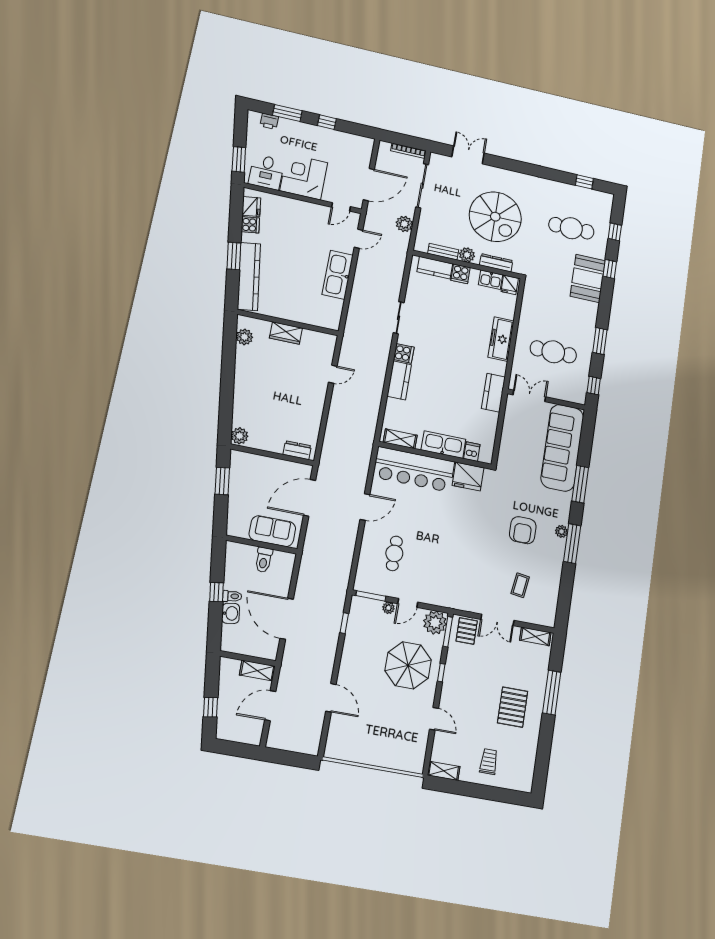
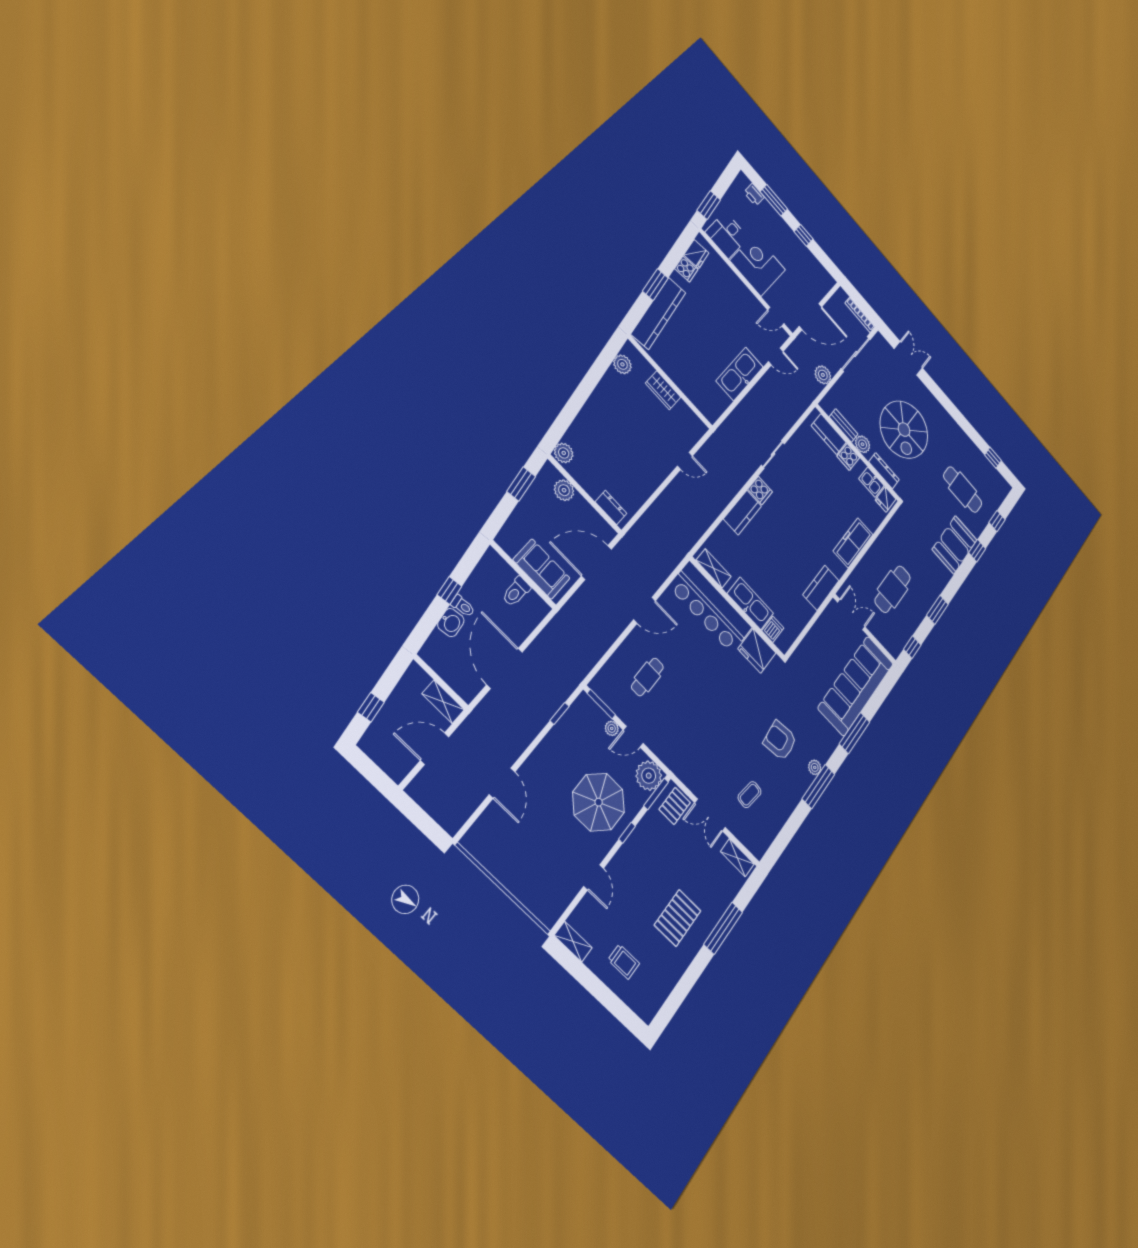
cafe table: (553, 352) -> (893, 589), turned 90
plant: (256, 463) -> (564, 490), added
armchair: (523, 530) -> (780, 741), turned 84
trolley: (489, 761) -> (624, 962), turned 90

